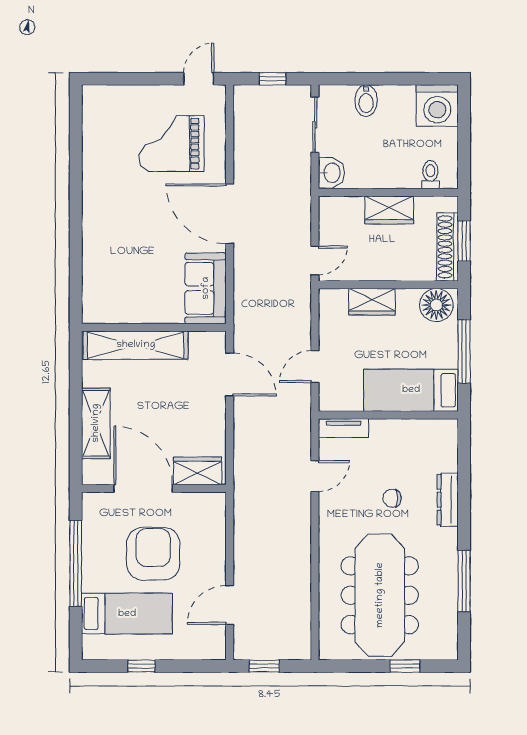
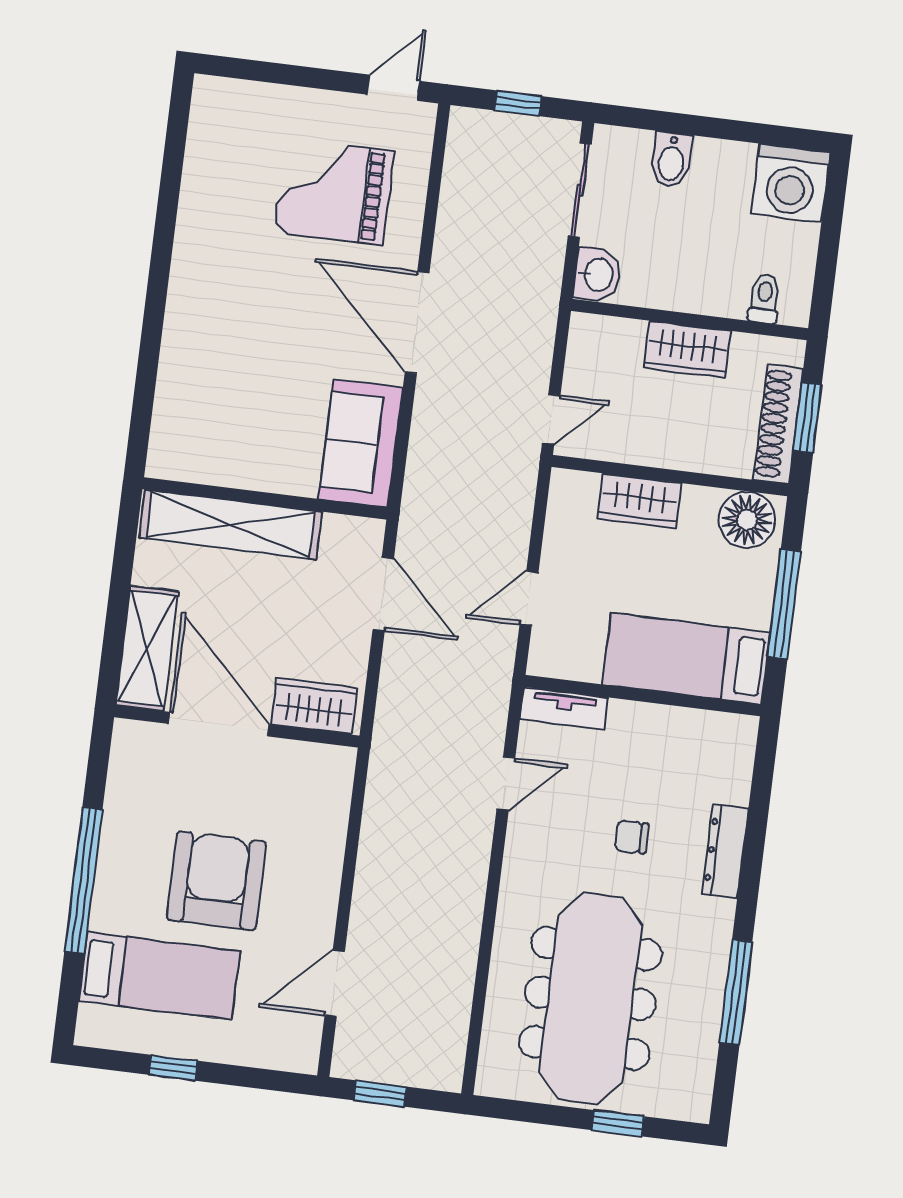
wardrobe: (197, 471) -> (314, 706), moved
door: (143, 488) -> (219, 724), moved
wall: (154, 488) -> (237, 726), moved

